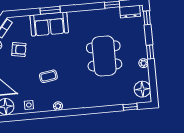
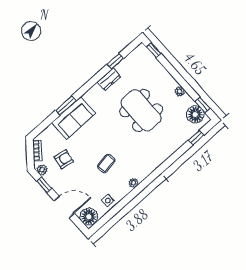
dresser: (130, 12) -> (109, 79), moved
window: (150, 52) -> (203, 105), moved

